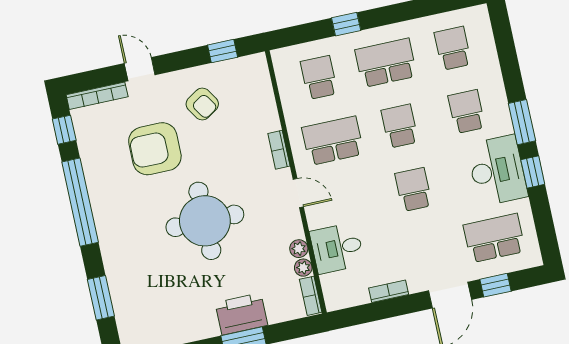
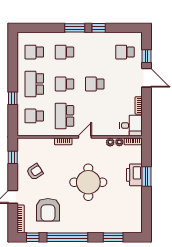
armchair: (155, 149) -> (48, 210), moved
desk: (497, 170) -> (94, 44), removed
school desk: (494, 238) -> (125, 52), width x0.54
desk: (337, 248) -> (131, 125), moved, turned -90

